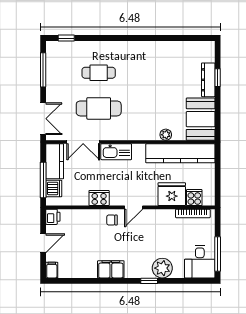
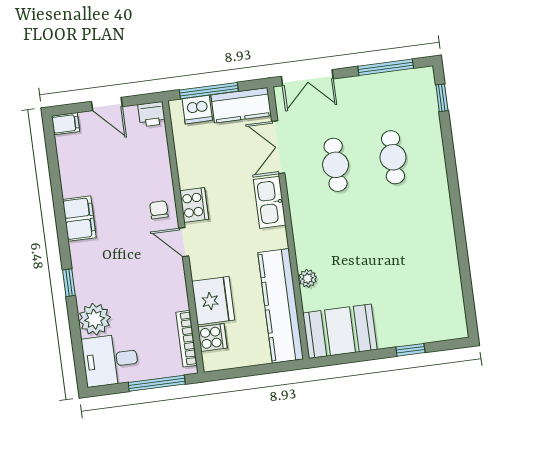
dresser: (208, 80) -> (405, 335), removed
cafe table: (99, 108) -> (336, 165), width x0.73, depth x0.74
cooker: (99, 198) -> (194, 205), moved
window: (218, 254) -> (157, 383), moved
plant: (162, 268) -> (95, 319), moved

